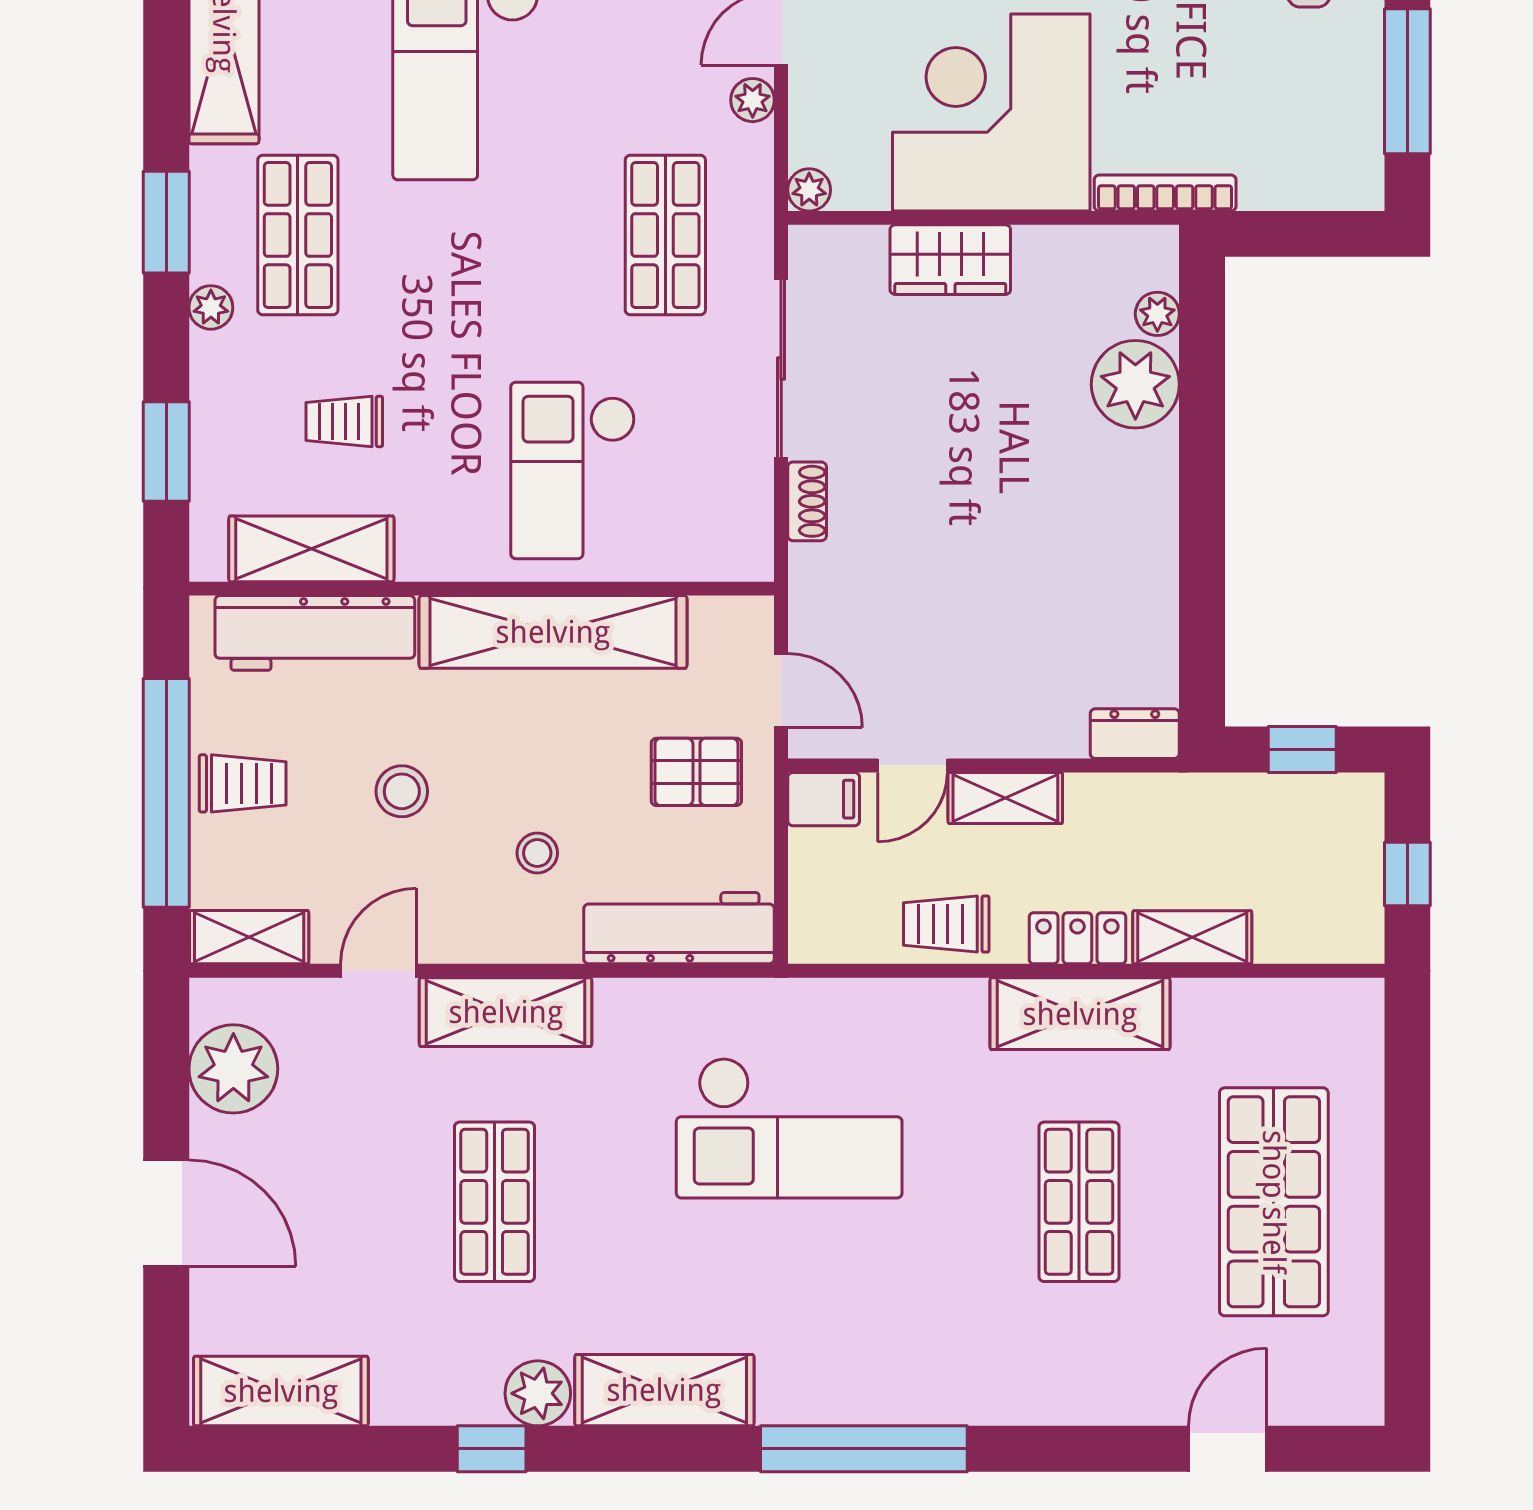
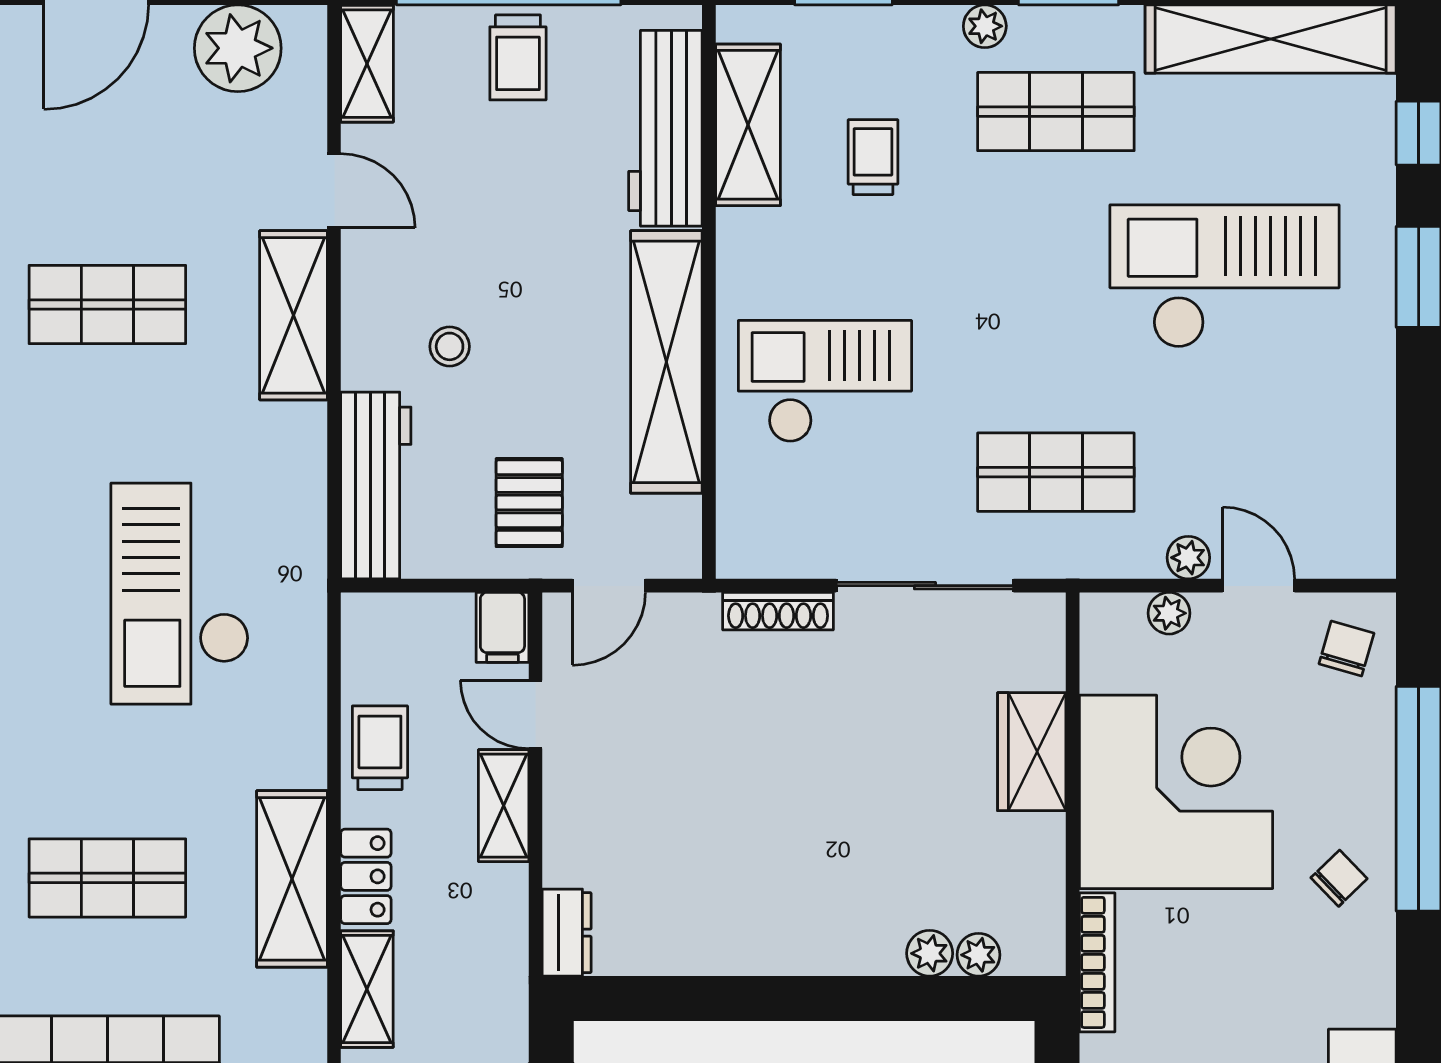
plant: (809, 190) -> (1169, 613), moved
plant: (1135, 384) -> (930, 953), width x0.53, depth x0.53
shoe rack: (807, 501) -> (778, 611), width x1.43
stool: (402, 791) -> (510, 214), removed

